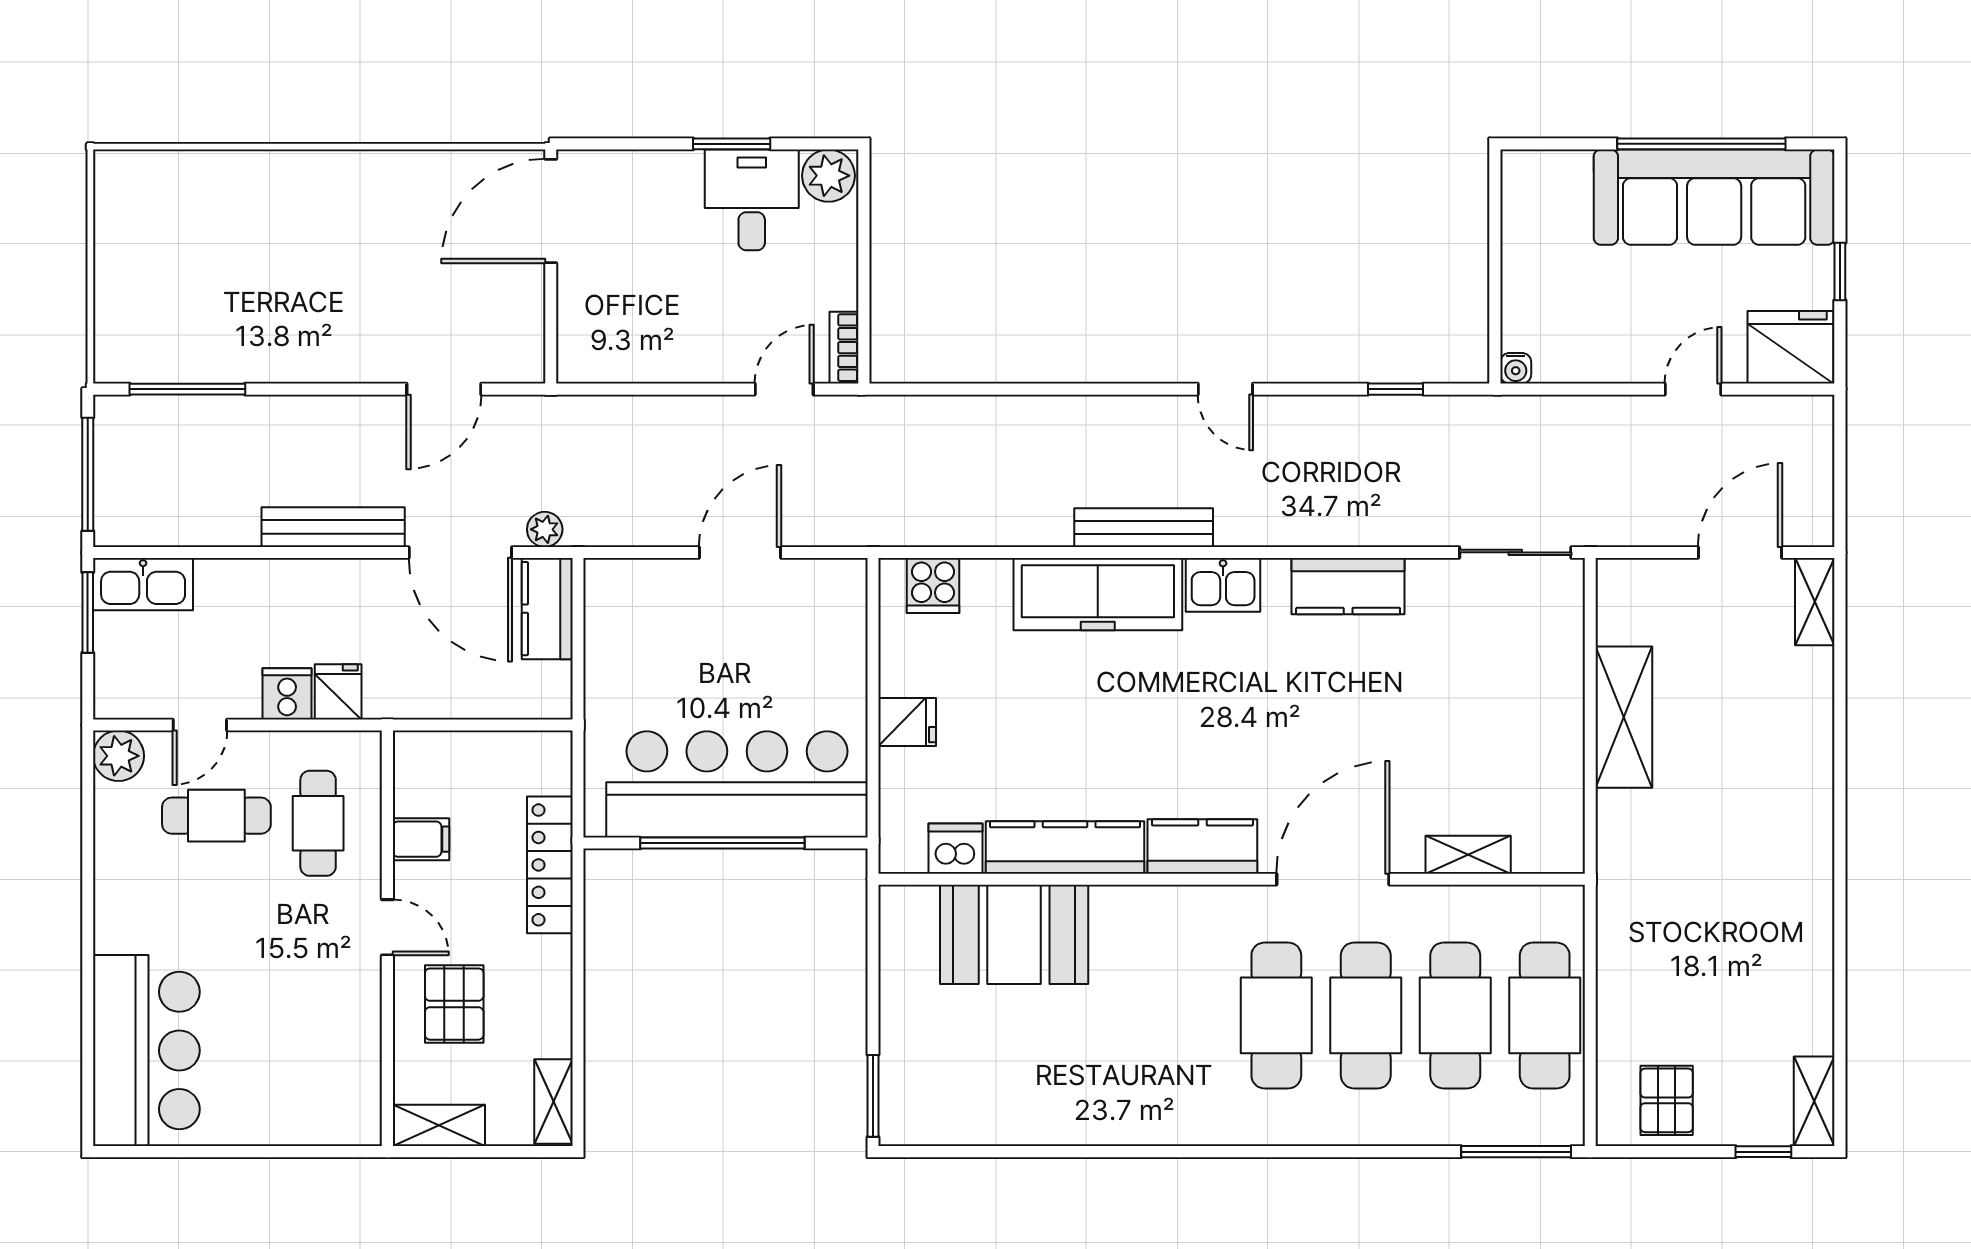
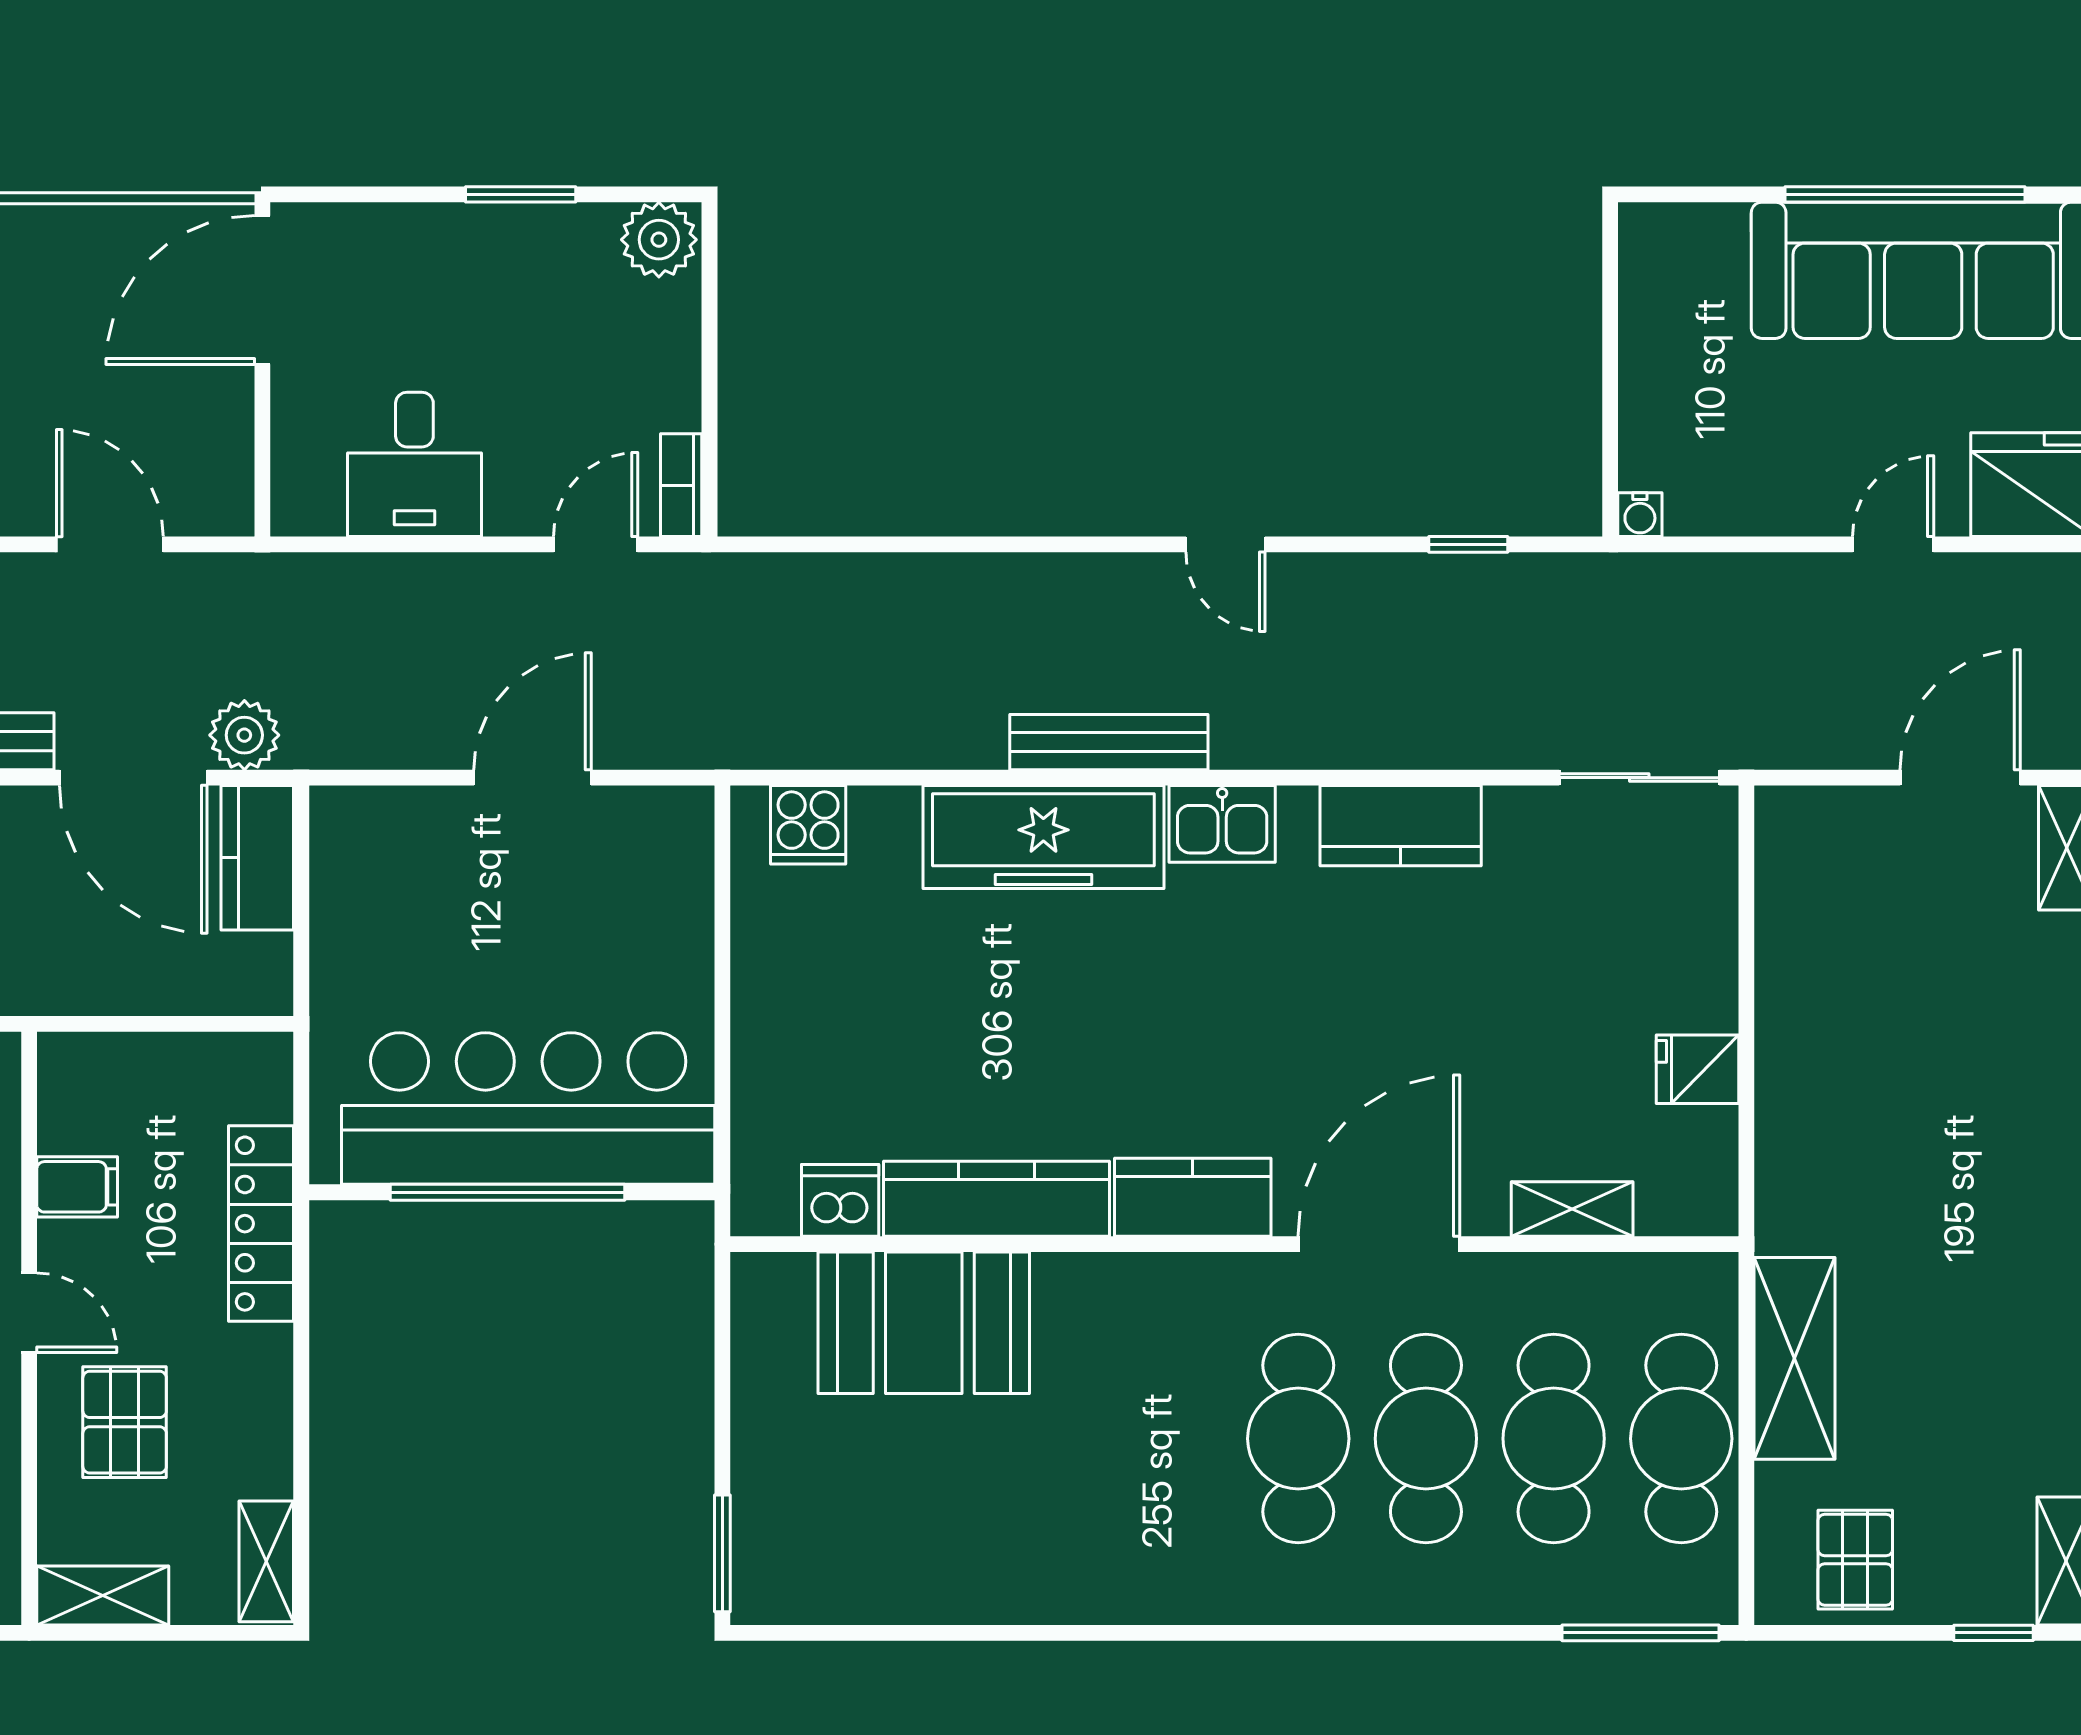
desk: (752, 200) -> (414, 464), moved, turned 180
door: (444, 389) -> (110, 544), swing flipped
plant: (545, 529) -> (244, 735), width x1.38, depth x1.38
shelving: (1624, 717) -> (1794, 1358), moved
fridge: (907, 722) -> (1697, 1069), moved, turned 180

